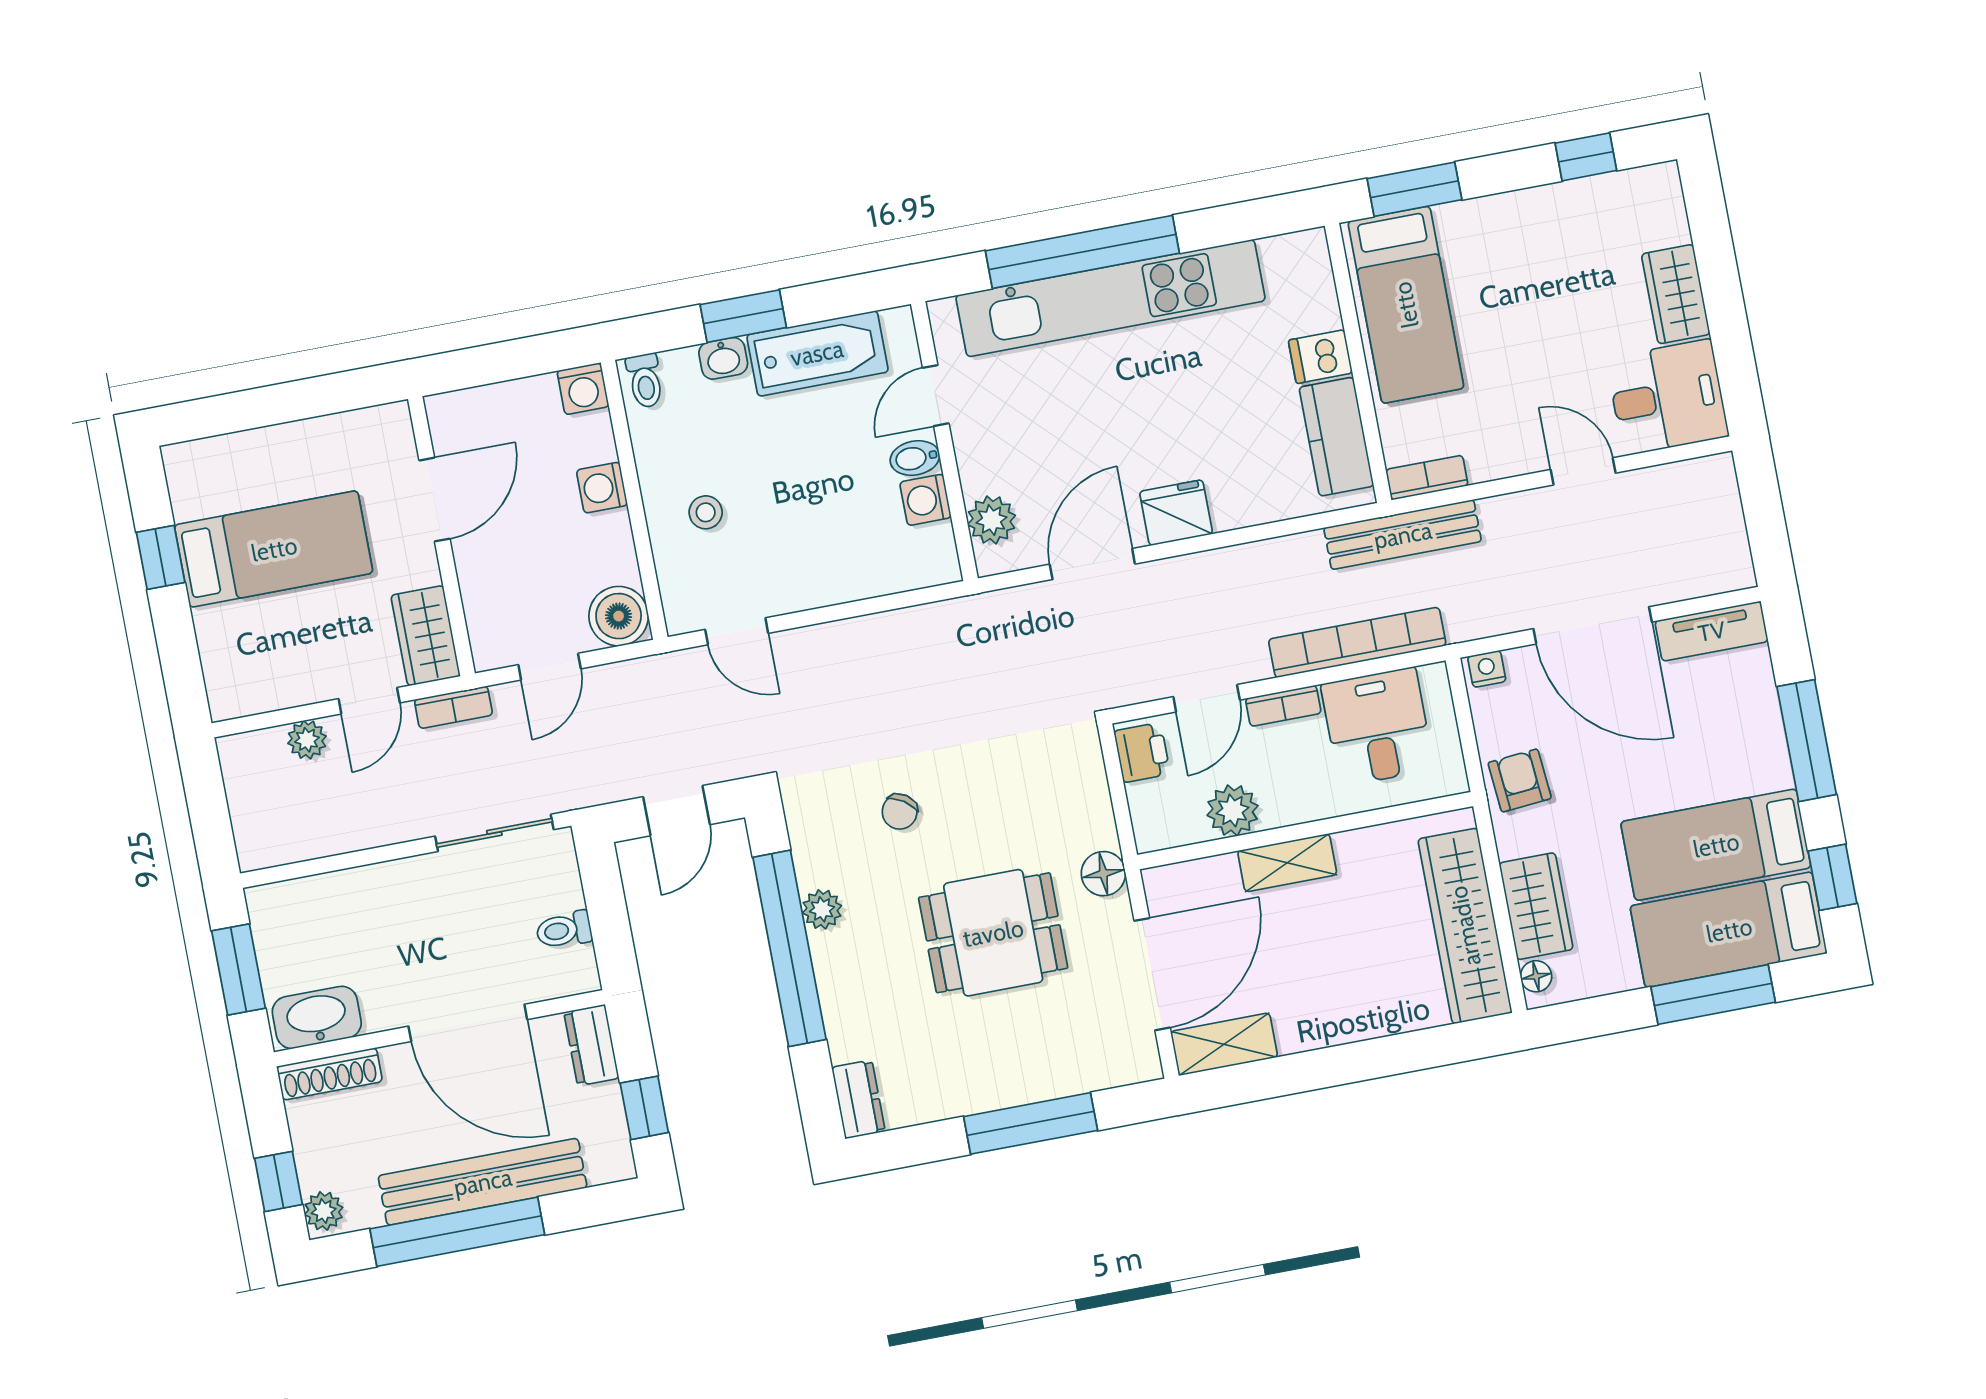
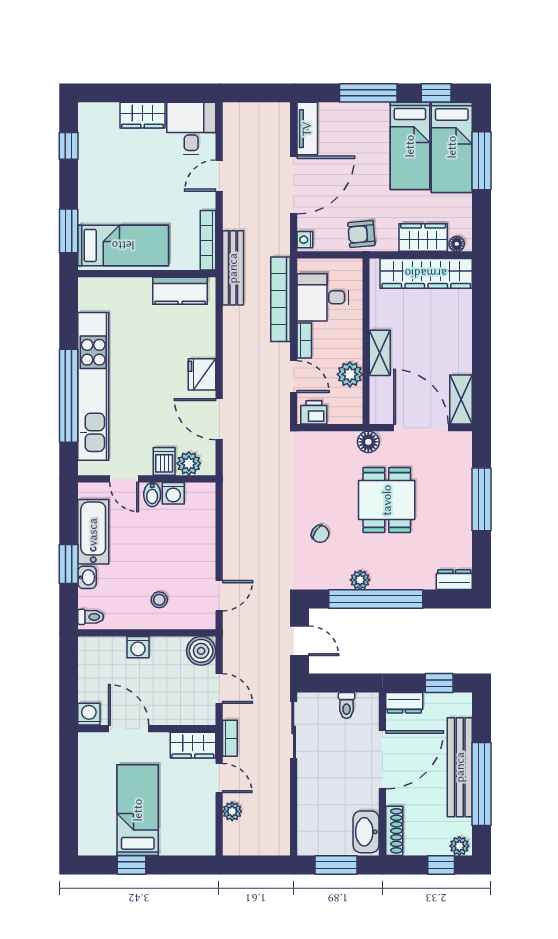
dishwasher: (1320, 357) -> (164, 461), moved, turned 180
washing machine: (583, 389) -> (89, 714), moved, turned -90
bookcase: (1427, 478) -> (208, 240), width x1.56

